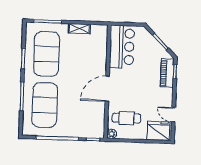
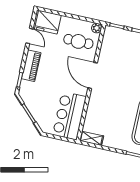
shelving: (79, 29) -> (91, 138), moved
piano: (167, 73) -> (31, 66), moved
door: (107, 89) -> (93, 75), swing flipped

